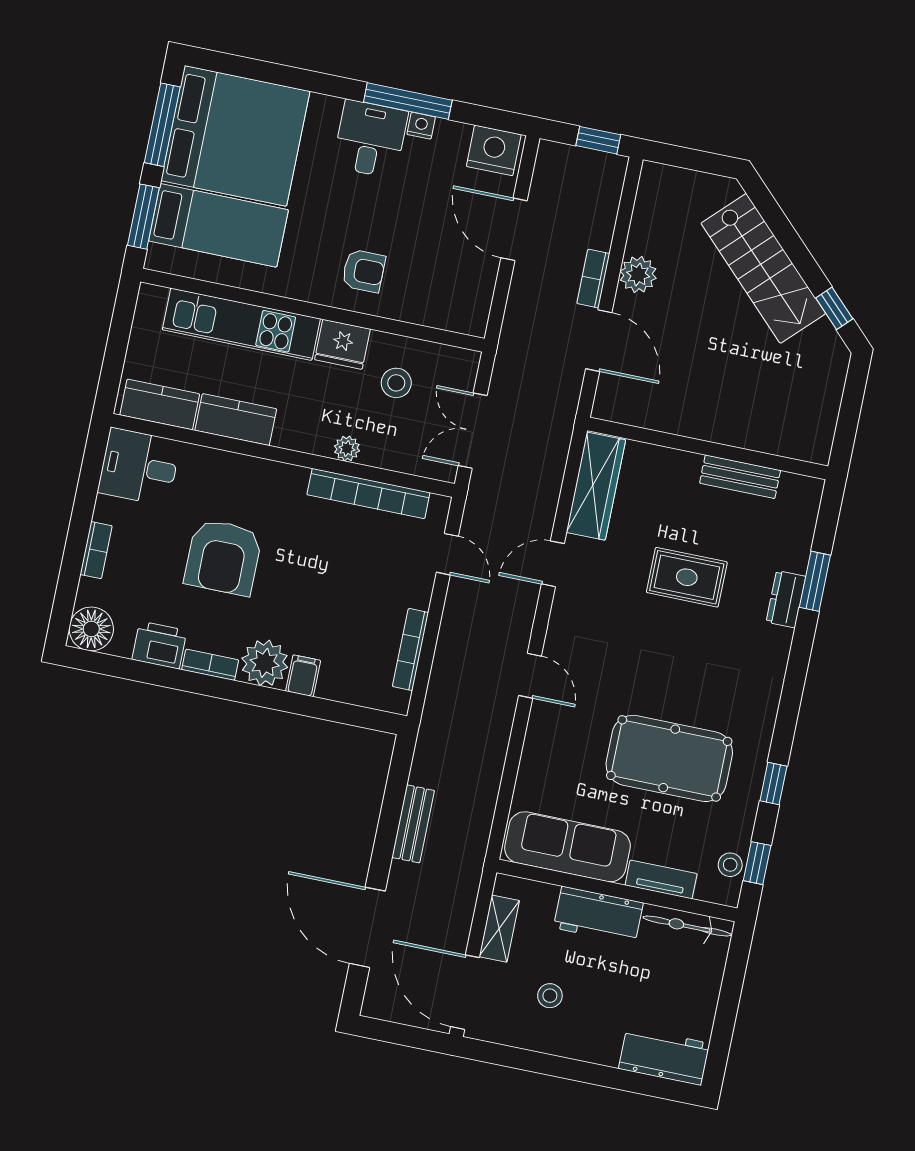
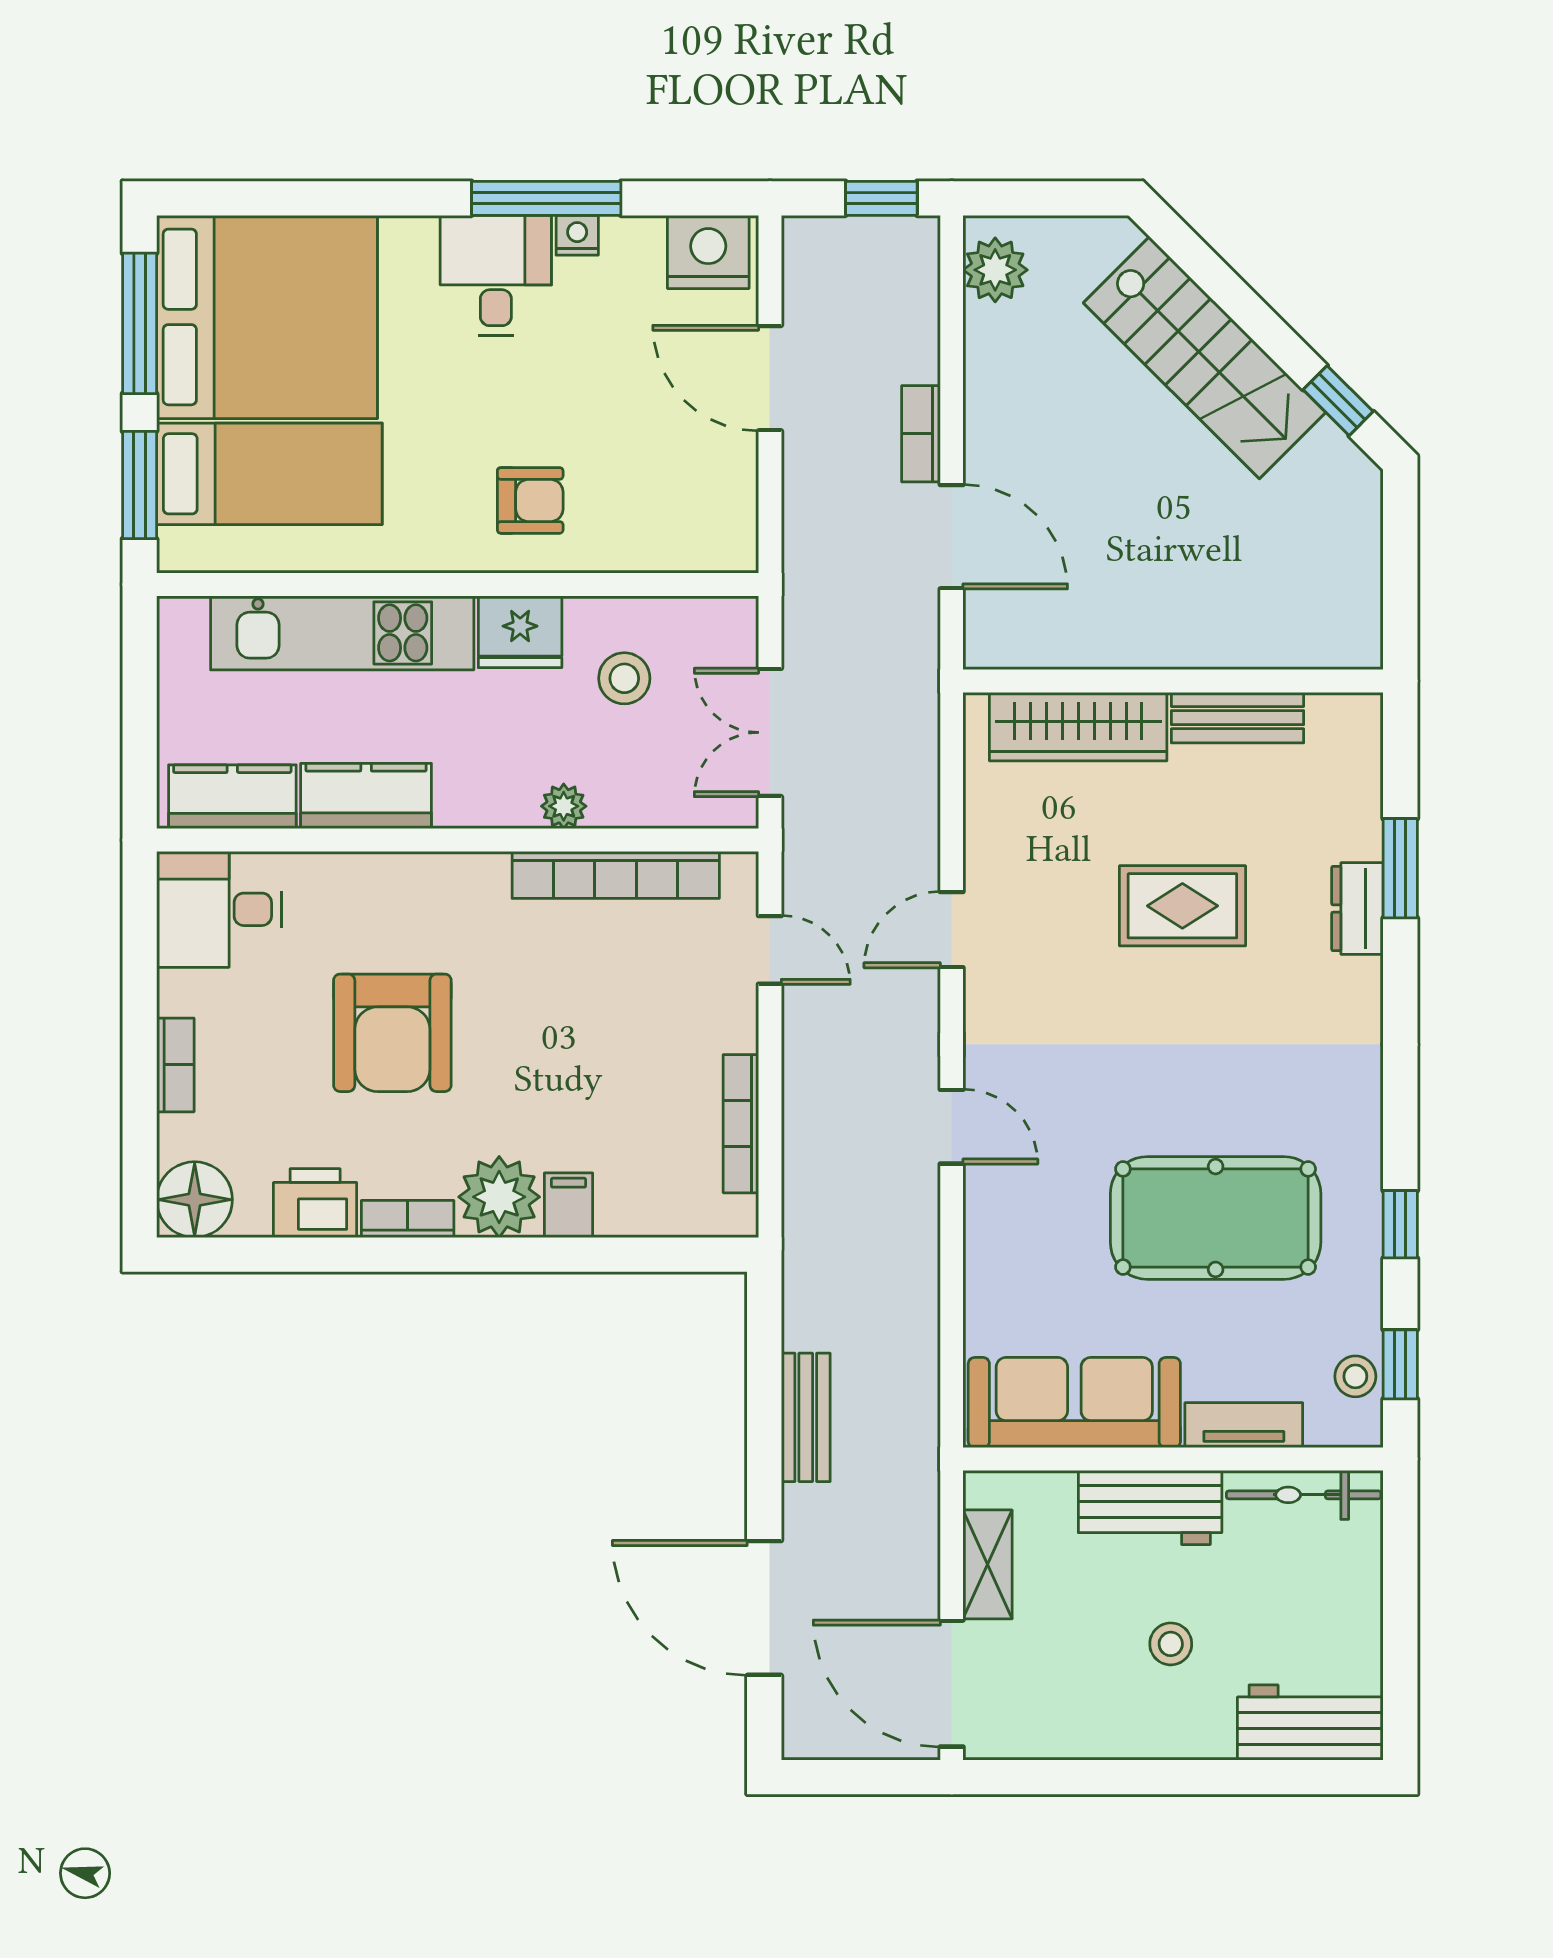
plant: (638, 275) -> (995, 270), moved
wardrobe: (596, 486) -> (1078, 727), moved, turned 90
stool: (550, 996) -> (1171, 1644), moved

